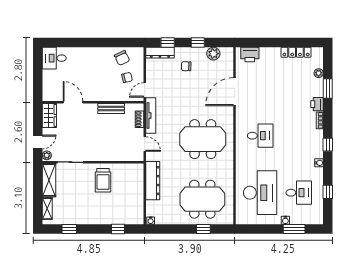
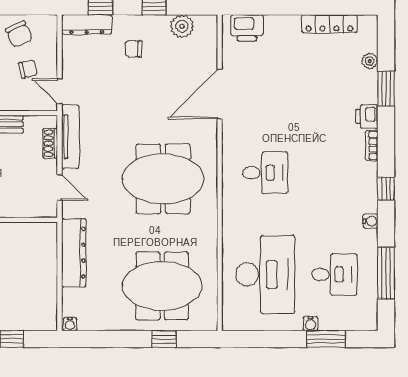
door: (145, 90) -> (60, 91), hinge flipped
window: (328, 192) -> (386, 273), width x2.17

